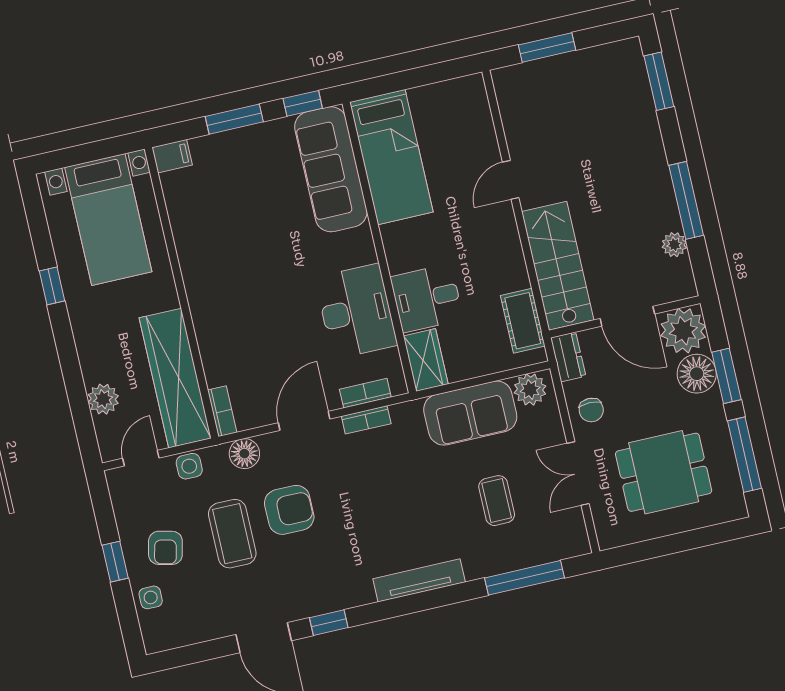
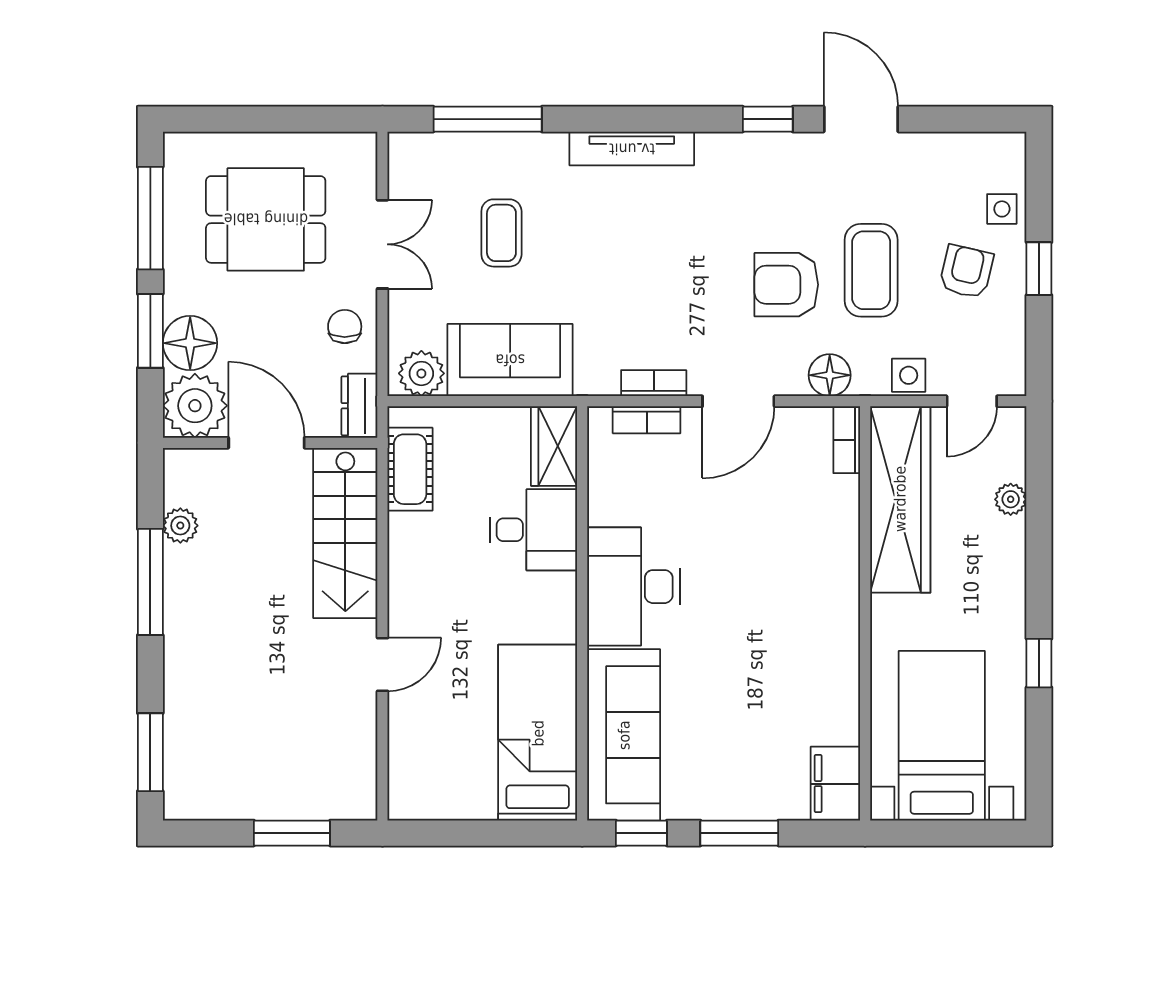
filing cabinet: (172, 156) -> (835, 784), width x2.00
desk: (356, 311) -> (634, 587), moved
plant: (103, 399) -> (1011, 499), width x0.73, depth x0.73

